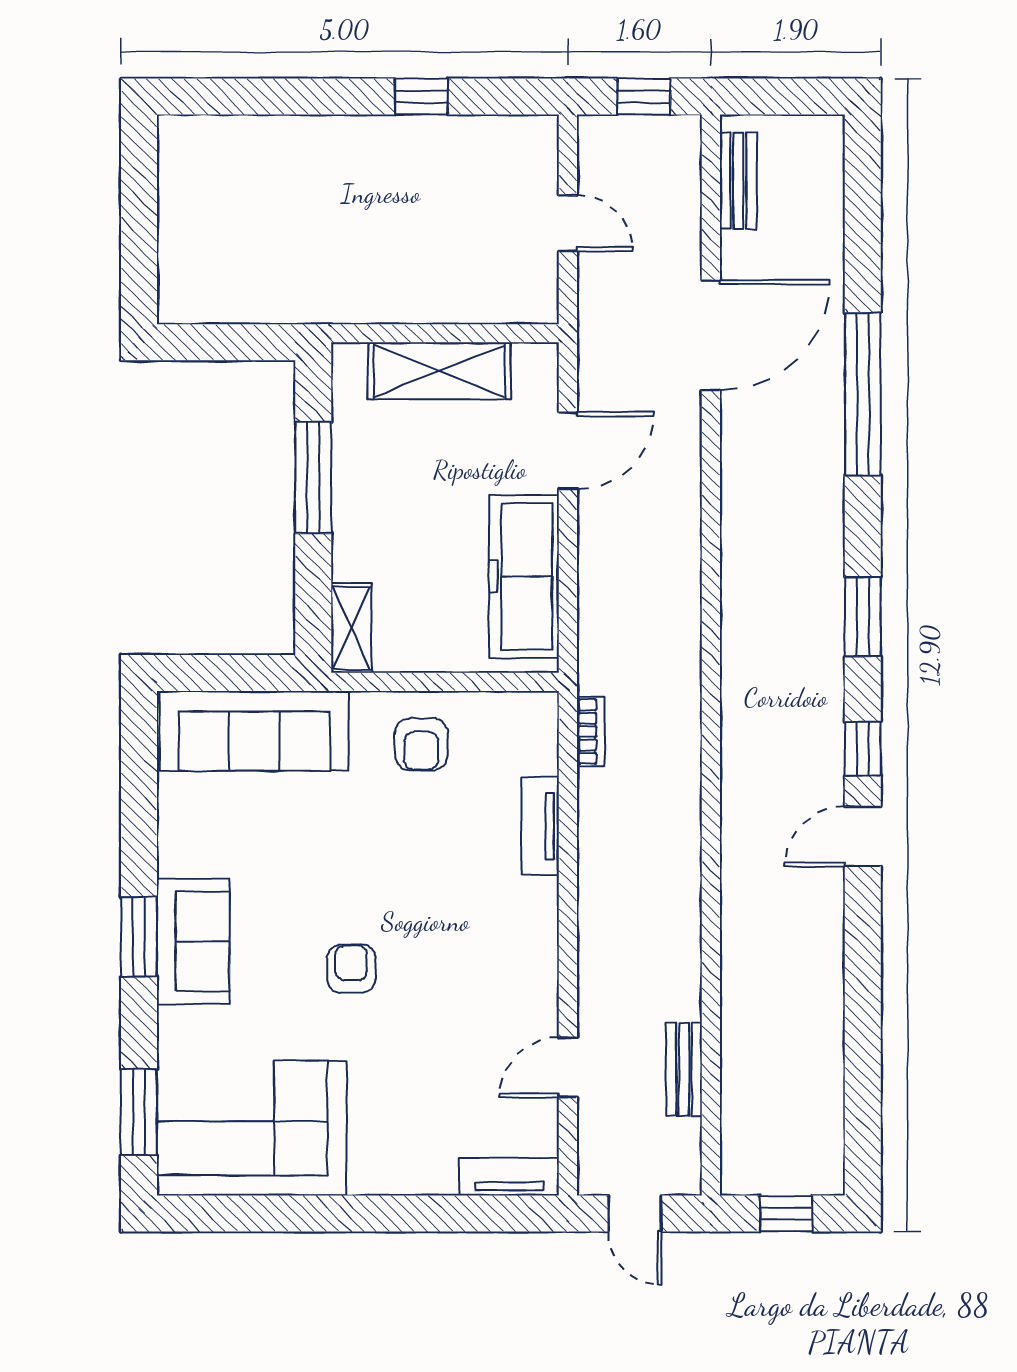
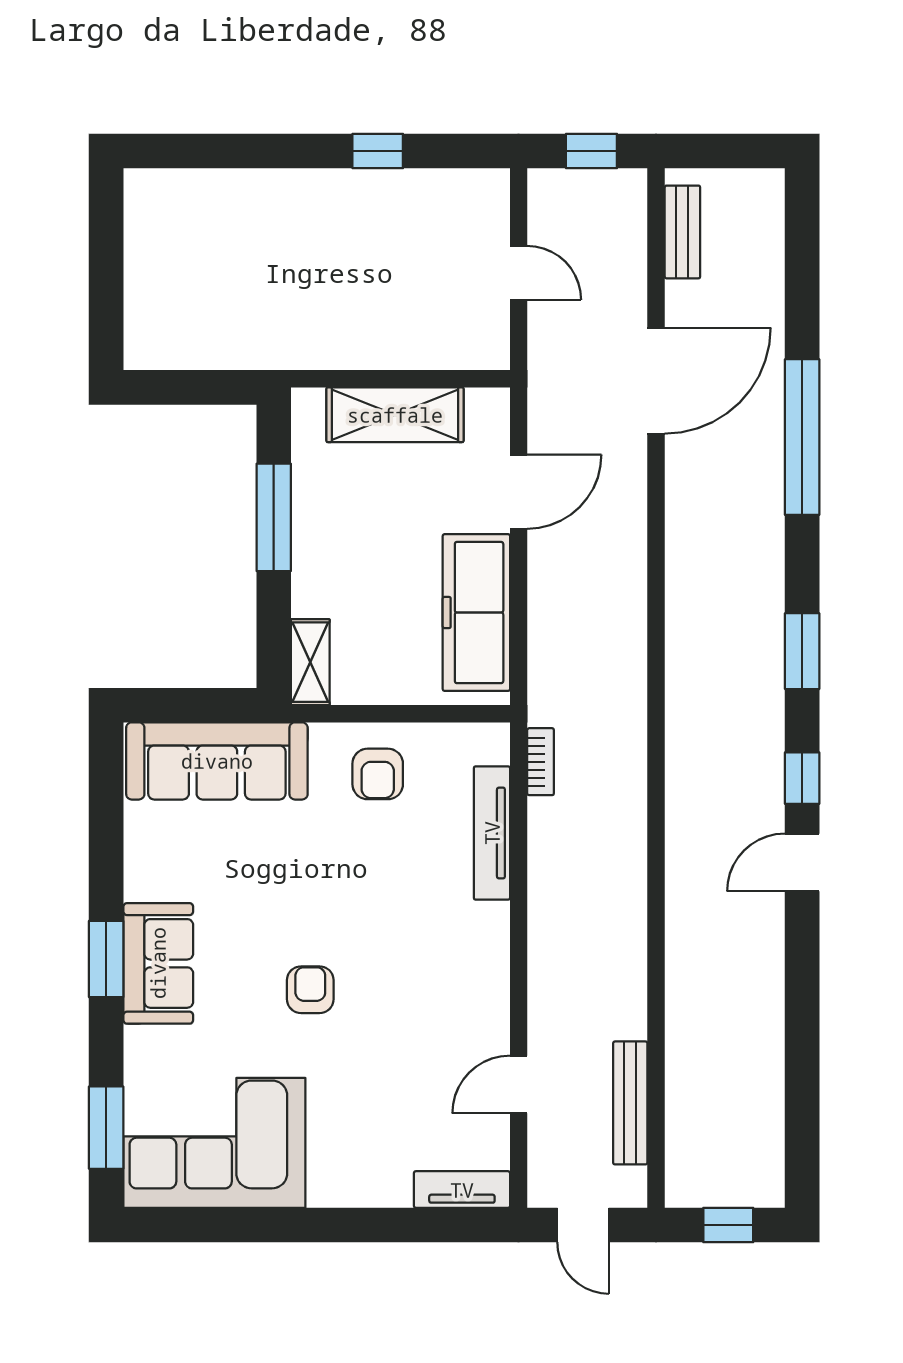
tv unit: (540, 826) -> (492, 833), width x1.41
bench: (684, 1069) -> (630, 1103), width x1.36

